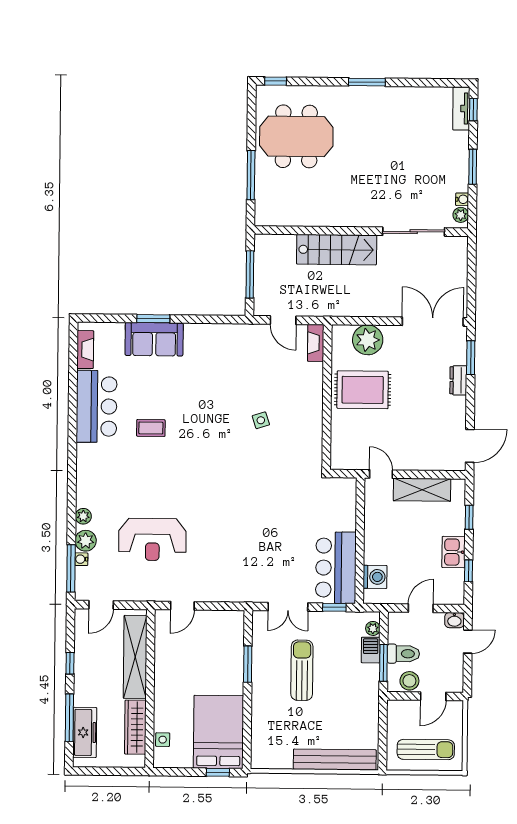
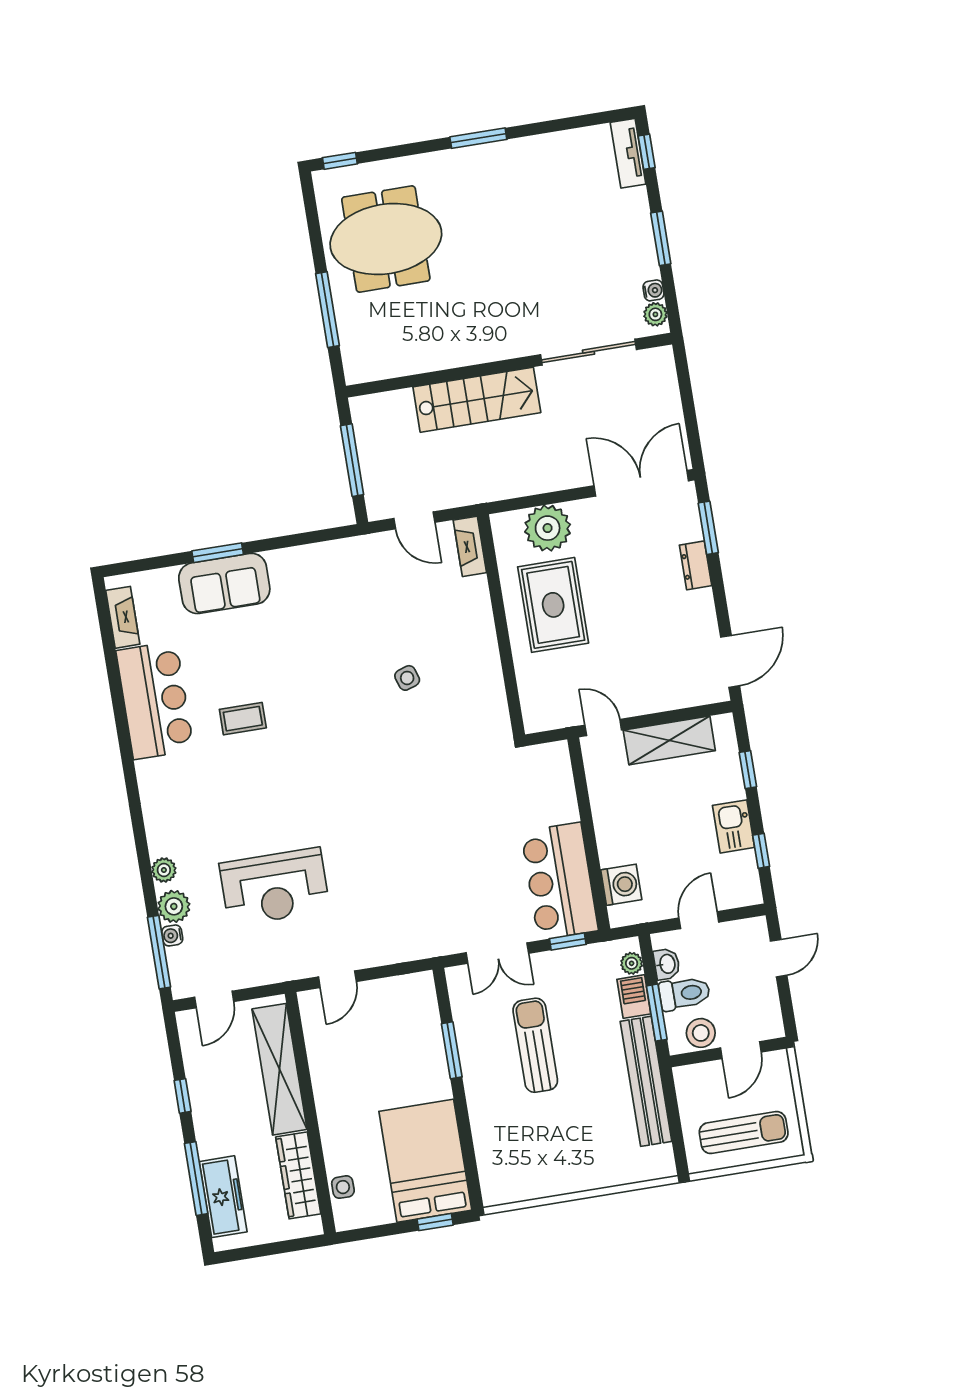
rug: (363, 390) -> (553, 605), turned 90
washbasin: (454, 620) -> (667, 964), moved, turned -90
bench: (335, 760) -> (646, 1081), moved, turned 90

